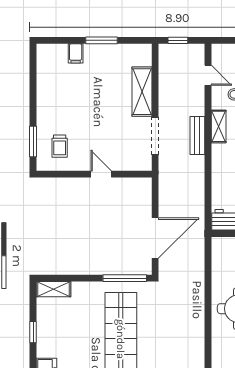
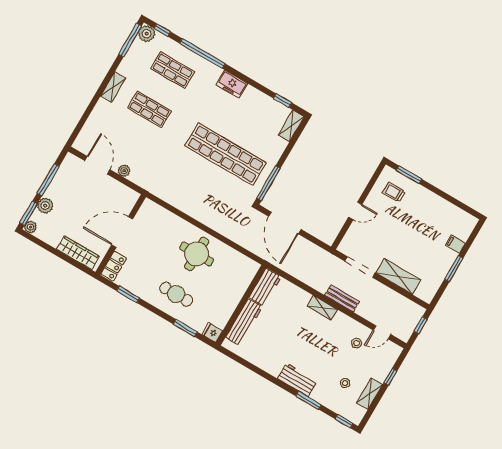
shelving: (219, 126) -> (322, 308), moved
window: (33, 332) -> (283, 101), moved

